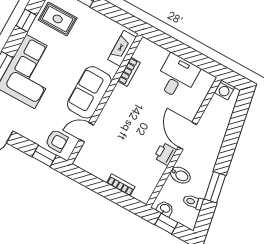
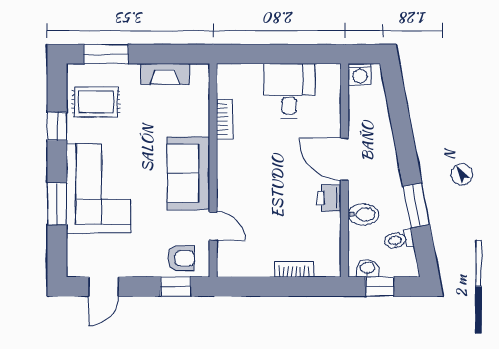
fireplace: (122, 48) -> (165, 74), moved, turned -90
door: (87, 132) -> (213, 226), swing flipped

